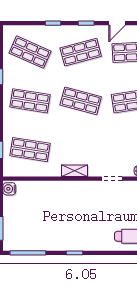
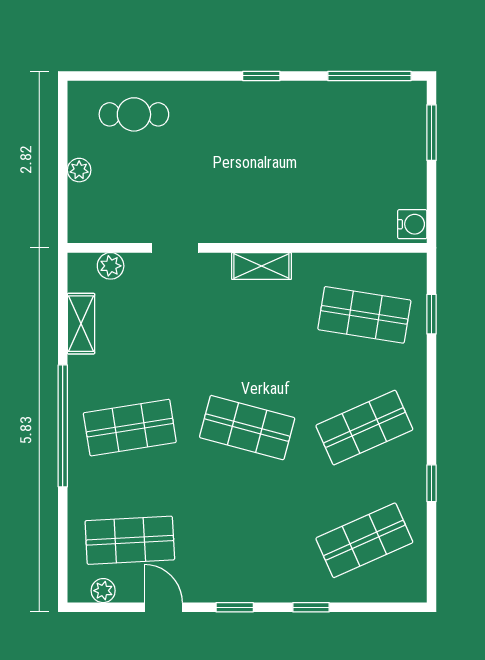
door: (117, 23) -> (163, 607), hinge flipped
shop shelf: (30, 52) -> (364, 540), turned -48
shop shelf: (81, 52) -> (247, 540), removed
shop shelf: (30, 101) -> (364, 428), turned -33

